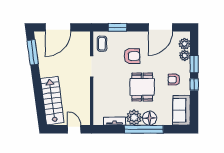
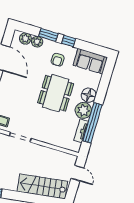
armchair: (132, 56) -> (22, 94), removed
dining table: (142, 87) -> (56, 93), width x1.38
door: (74, 129) -> (77, 173), swing flipped
window: (144, 129) -> (92, 123), moved

